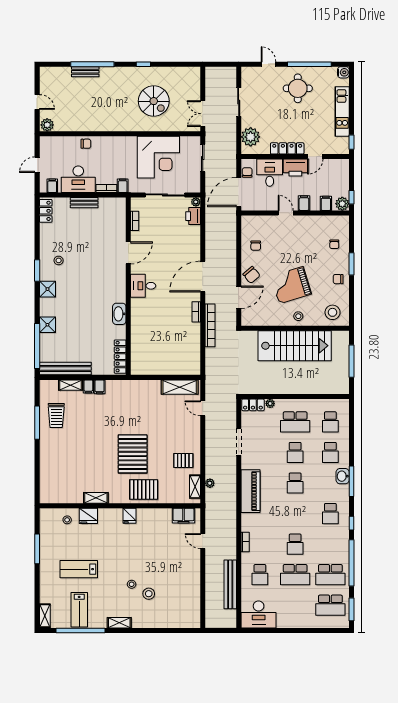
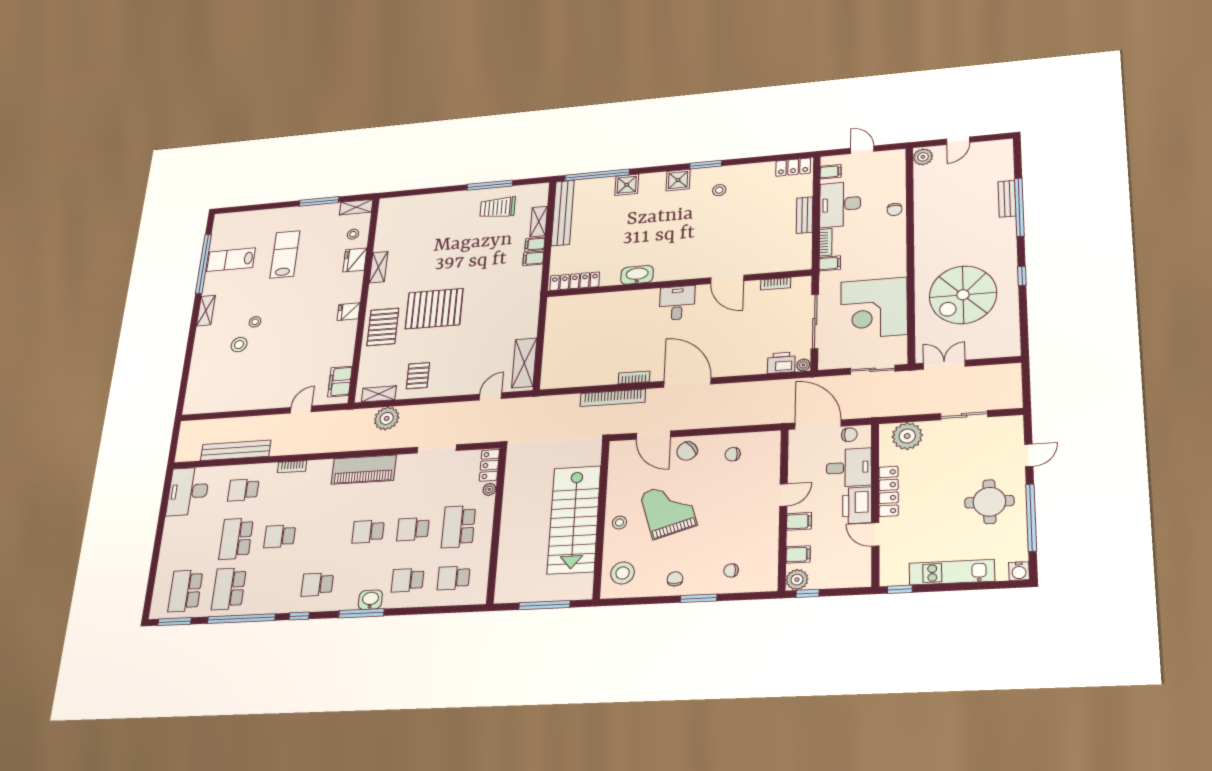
spiral stairs: (154, 101) -> (963, 295), width x1.37, depth x1.37
plant: (210, 483) -> (387, 418), width x1.88, depth x1.88
shelving: (45, 616) -> (356, 207), moved

